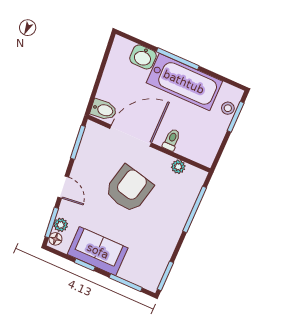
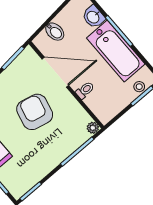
bidet: (104, 110) -> (55, 32), moved
plant: (178, 167) -> (93, 128), moved
armchair: (129, 189) -> (35, 112), turned -90

